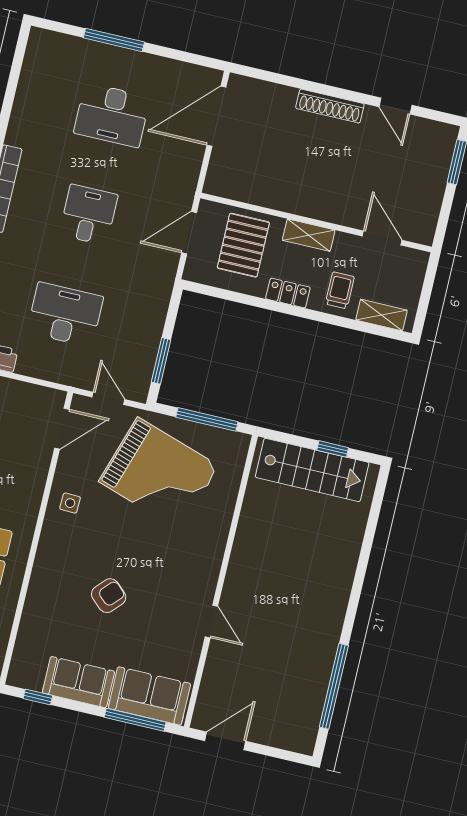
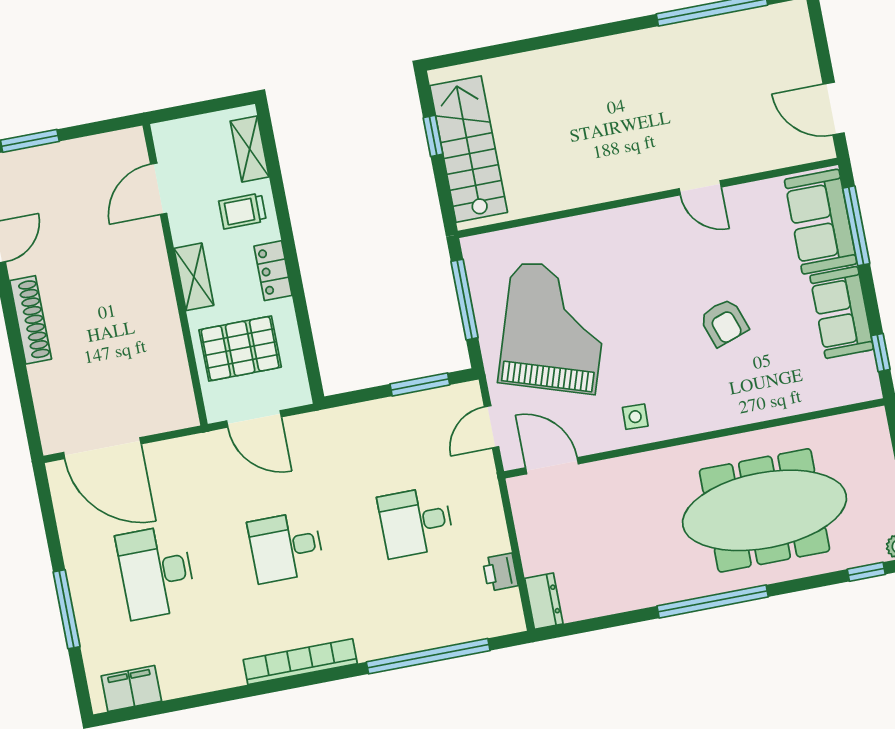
filing cabinet: (37, 61) -> (131, 689), added
desk: (112, 115) -> (156, 572), turned 180
desk: (65, 315) -> (416, 522), width x0.73
armchair: (109, 596) -> (724, 323), turned -152
door: (211, 621) -> (700, 188), swing flipped

